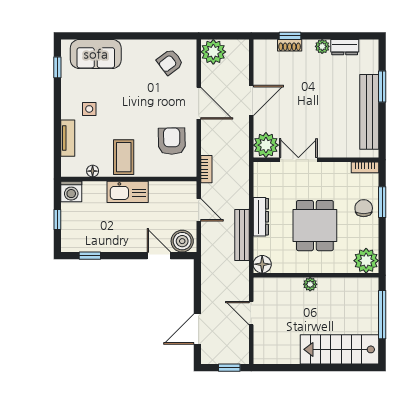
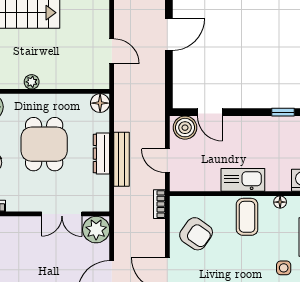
armchair: (172, 141) -> (196, 234), turned -54
bench: (242, 235) -> (122, 159), moved
plant: (310, 284) -> (32, 82), moved

